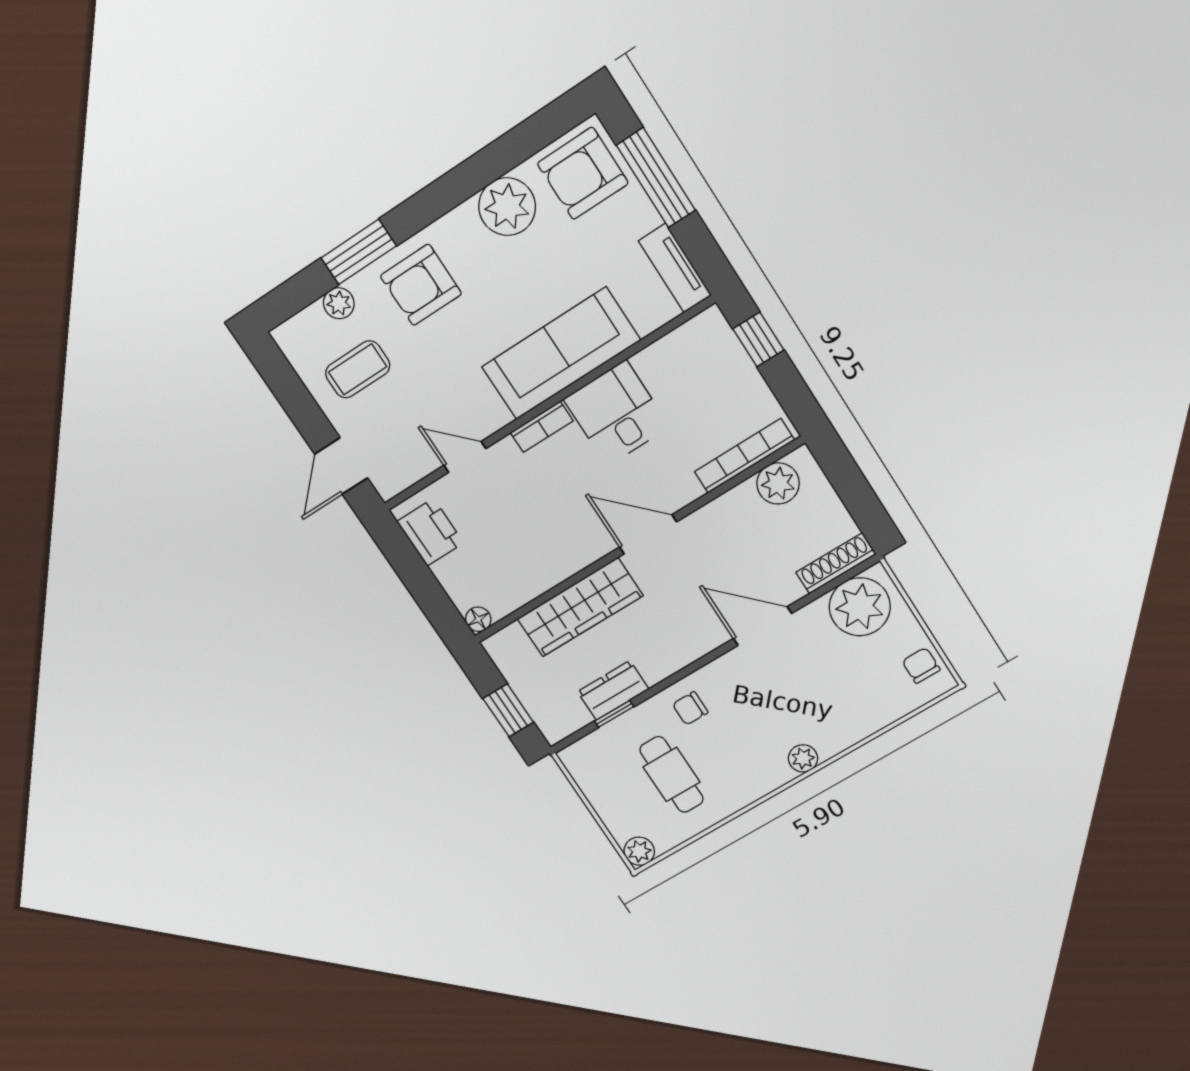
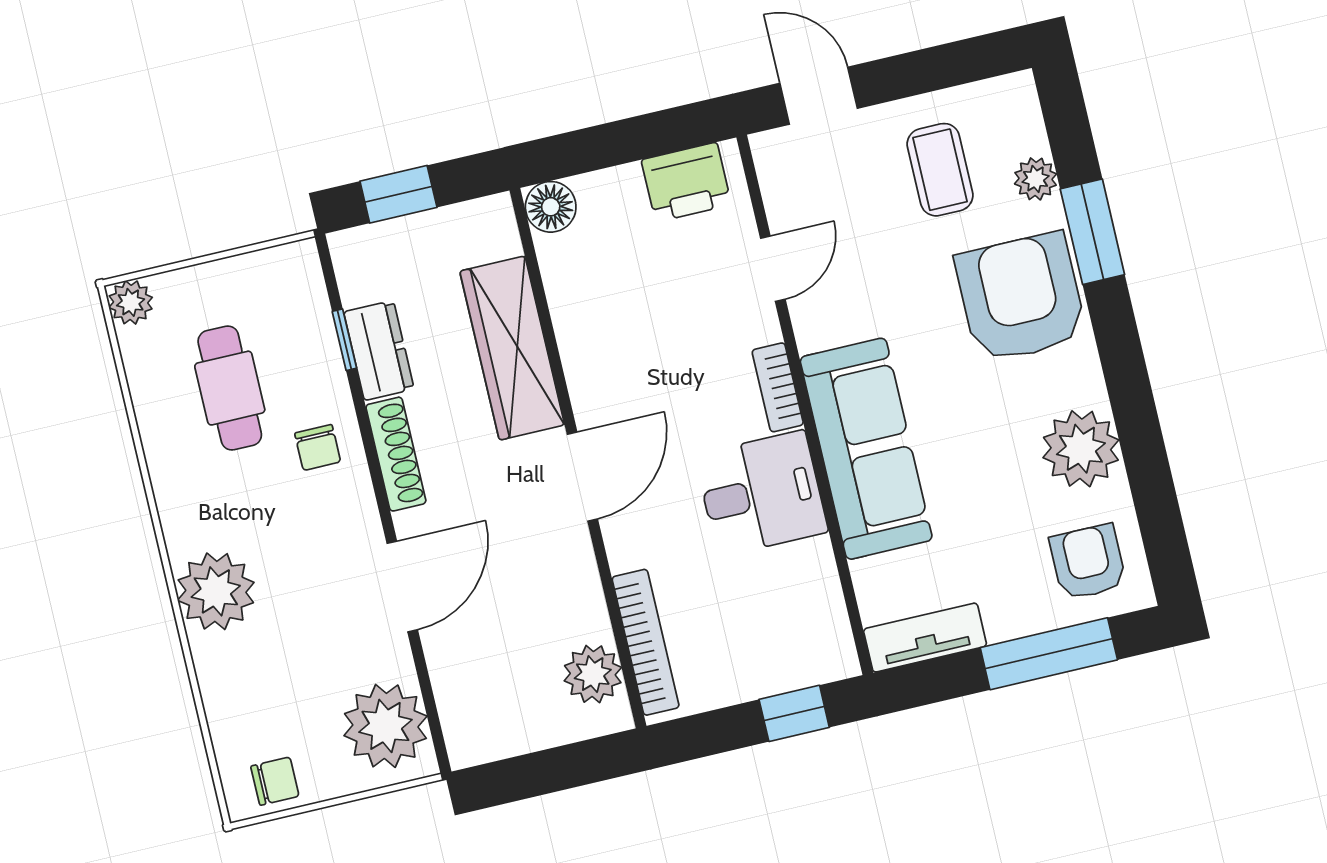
armchair: (583, 173) -> (1088, 562), width x0.72, depth x0.72
armchair: (421, 285) -> (1021, 298), width x1.36, depth x1.36
shoe rack: (836, 563) -> (396, 454), moved
floor lamp: (478, 619) -> (551, 207), width x1.37, depth x1.37
chair: (690, 708) -> (318, 447), turned 180
plant: (803, 758) -> (216, 591), width x1.87, depth x1.87
cafe table: (672, 774) -> (230, 388), turned 90

